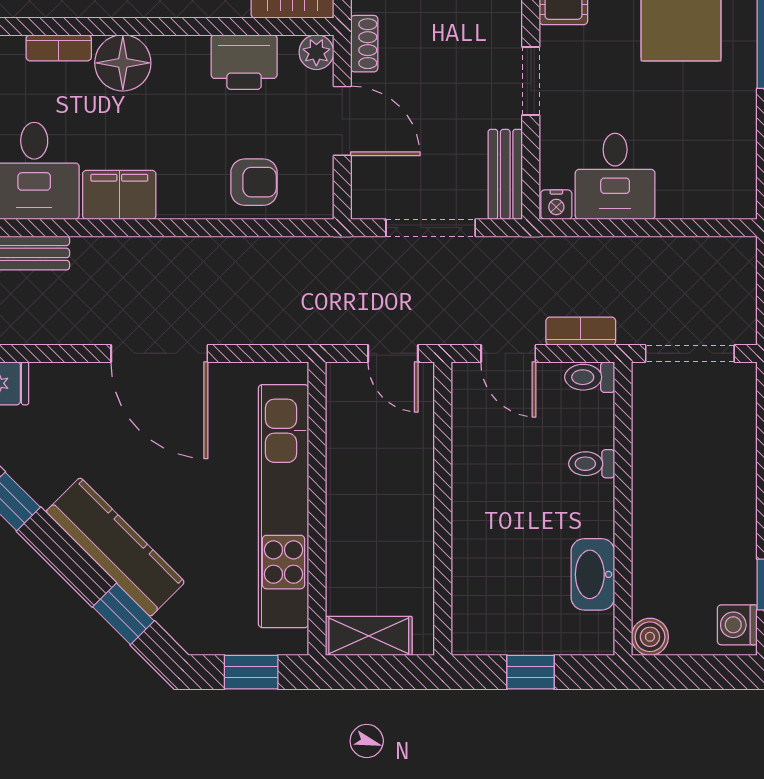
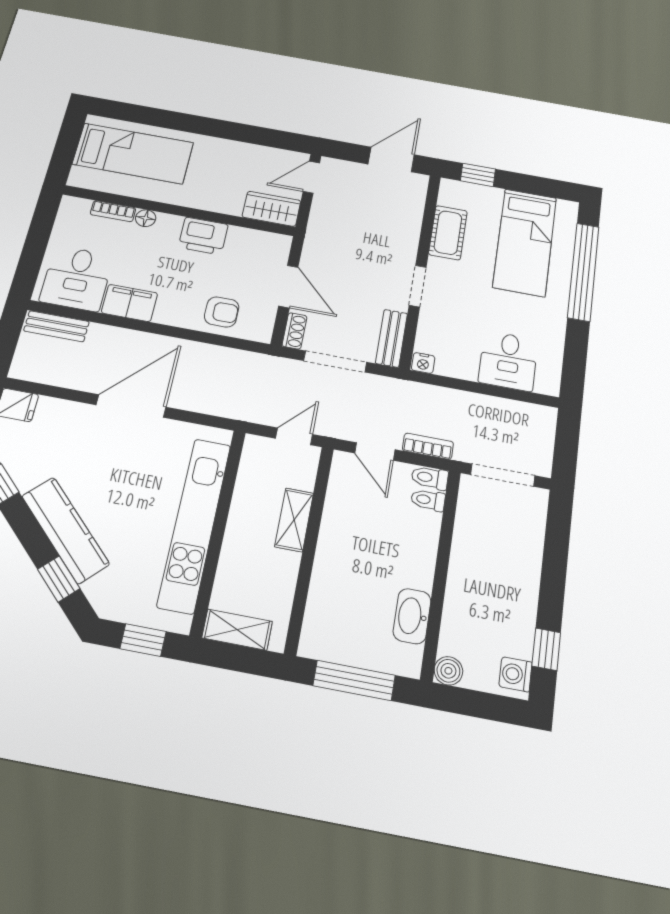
shoe rack: (364, 44) -> (295, 331), moved
plant: (316, 52) -> (280, 244), removed
printer: (244, 62) -> (203, 236), moved
floor lamp: (123, 63) -> (146, 218), width x0.53, depth x0.53
desk: (615, 176) -> (508, 361), moved
door: (159, 353) -> (131, 406), swing flipped
door: (393, 353) -> (294, 436), swing flipped
toilet: (592, 464) -> (428, 500), moved
shelving: (415, 474) -> (294, 520), added
window: (531, 672) -> (354, 680), width x2.17

